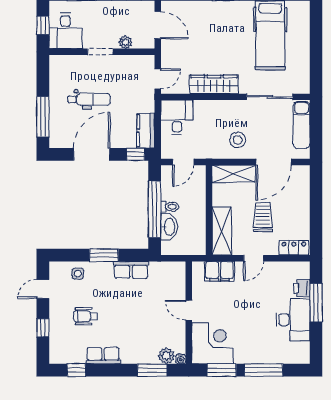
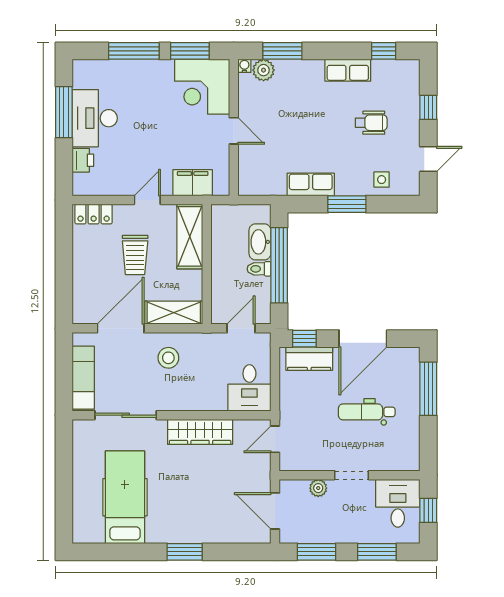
kitchen counter: (146, 131) -> (309, 359), moved, turned 90
window: (316, 303) -> (64, 112), moved

